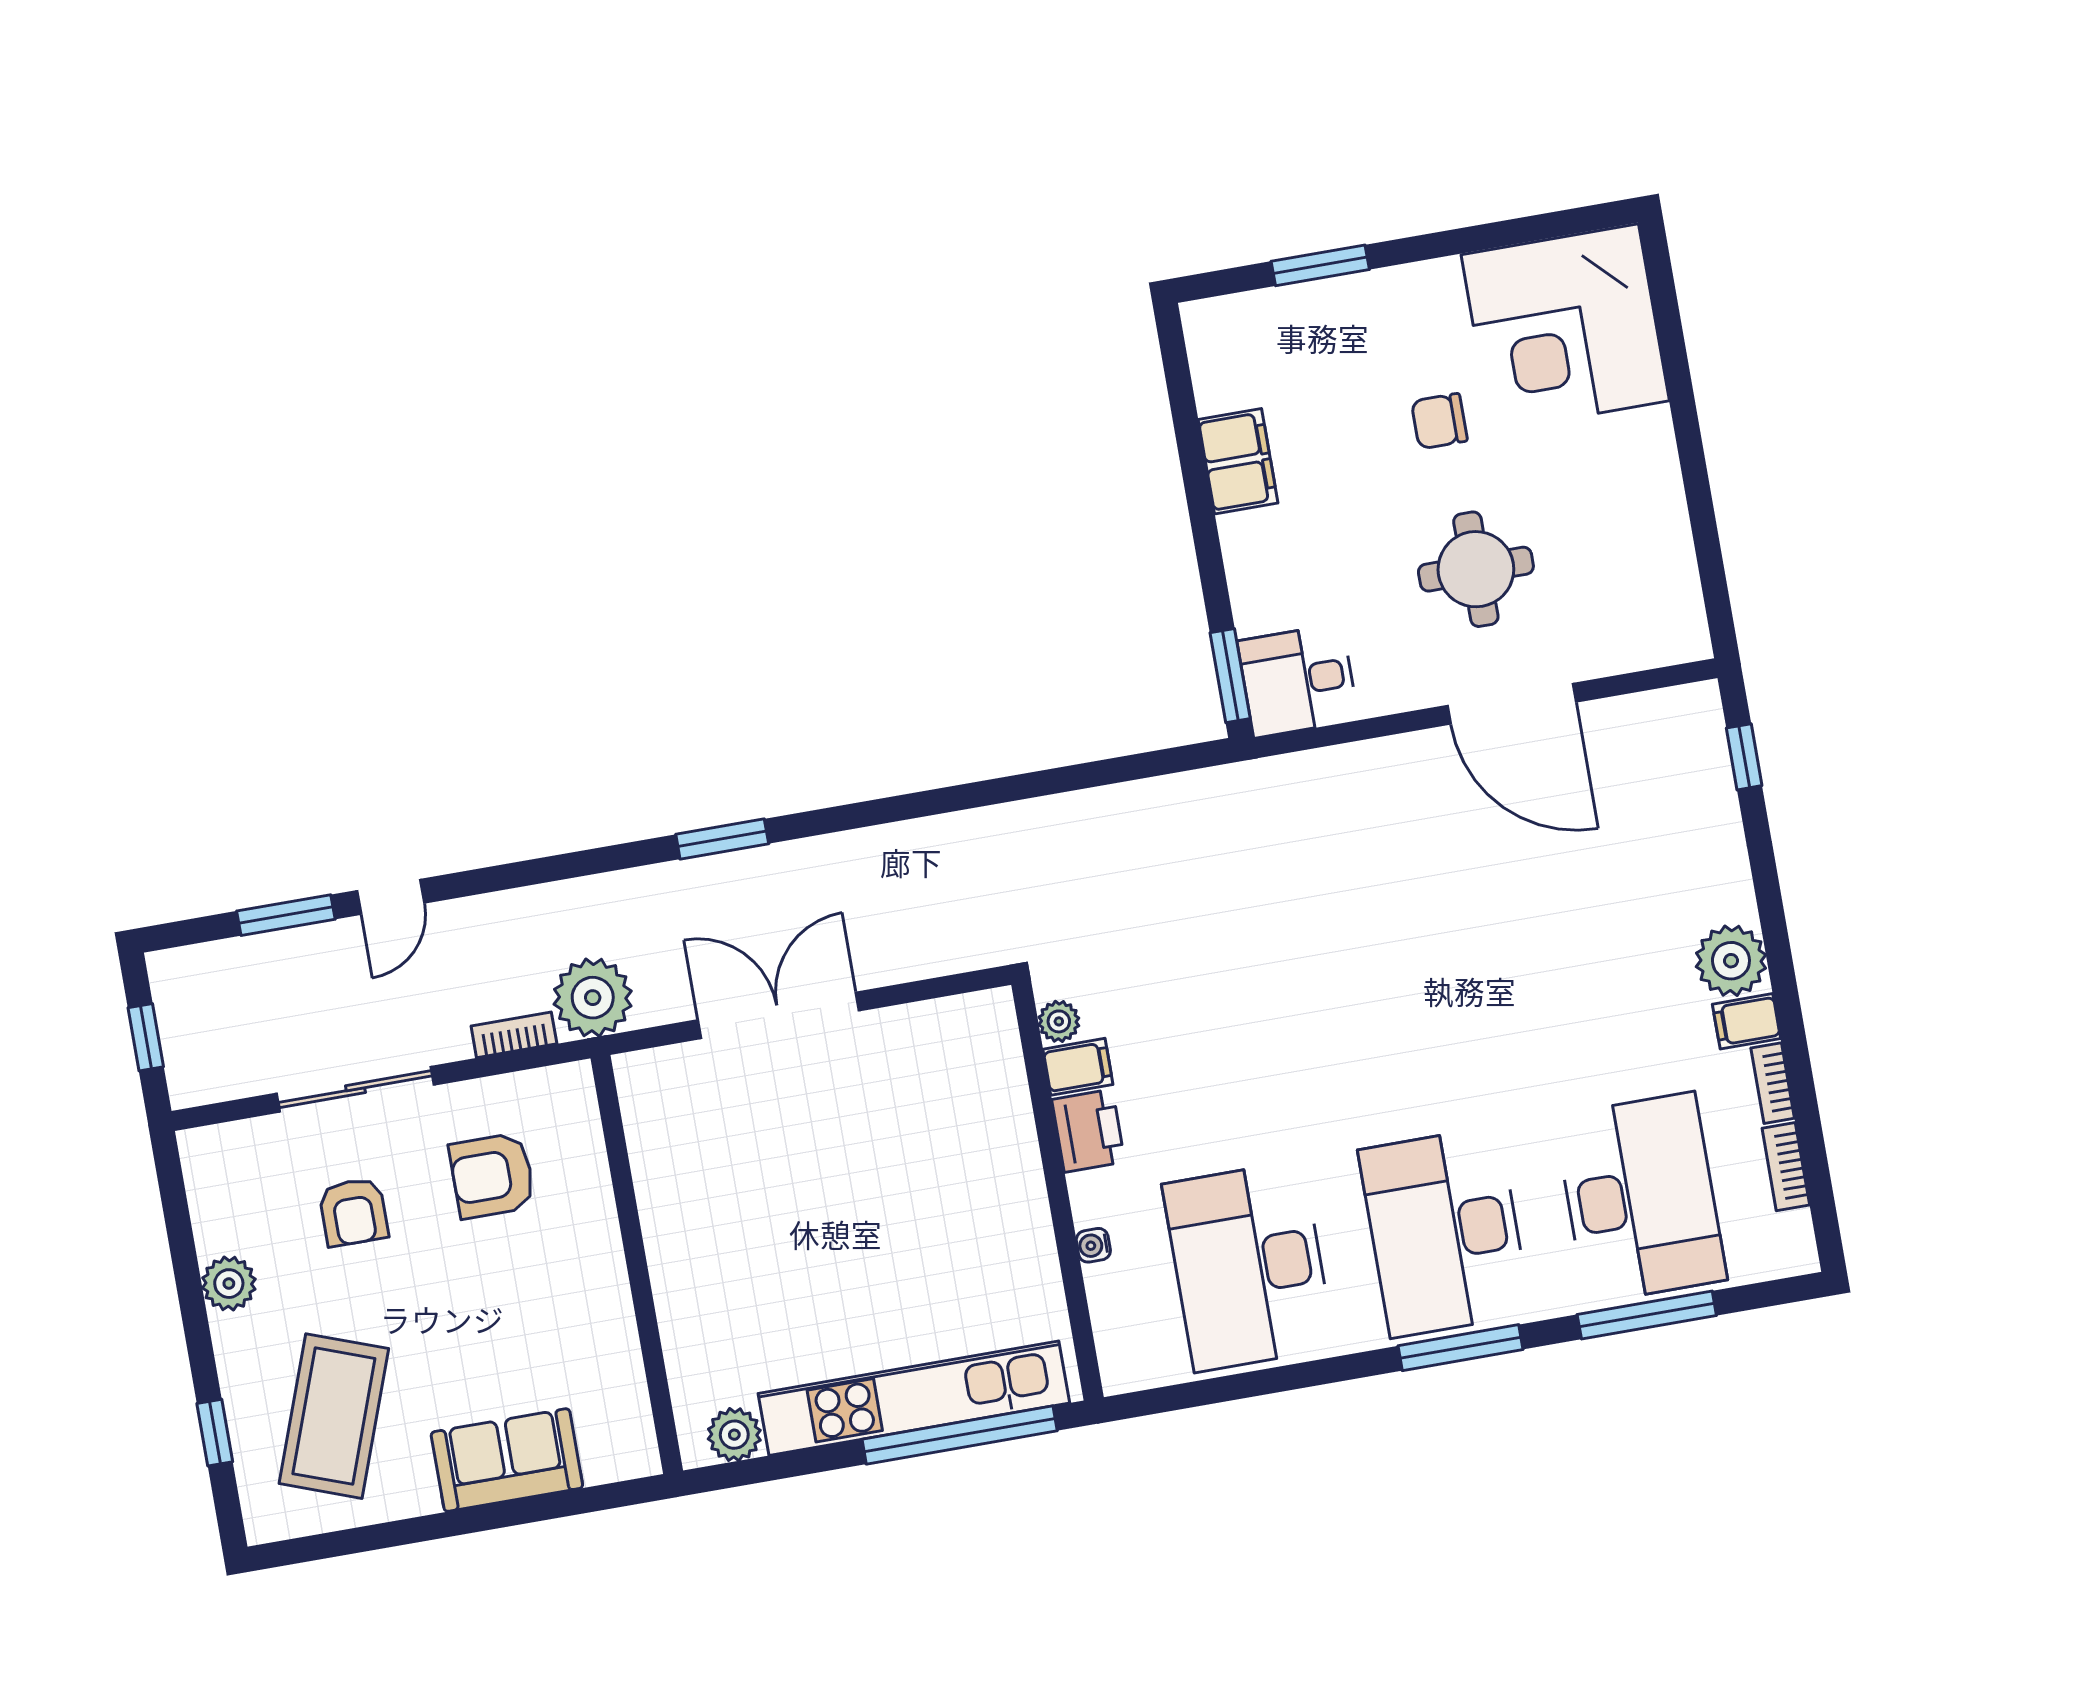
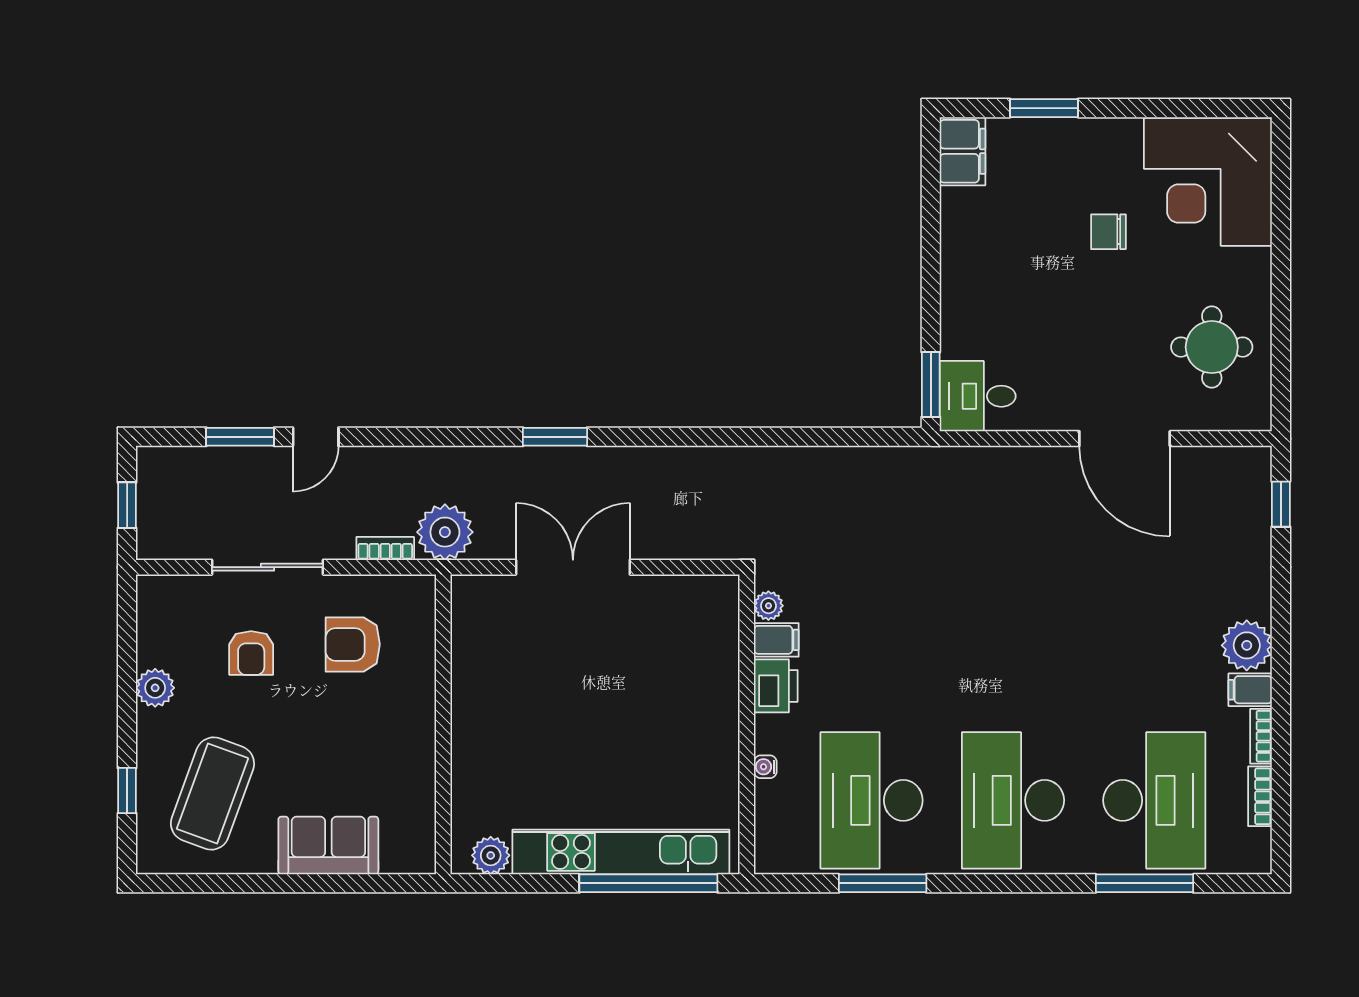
filing cabinet: (1238, 461) -> (963, 151), moved
round table: (1476, 569) -> (1212, 347), moved
window: (1460, 1348) -> (883, 883), moved

